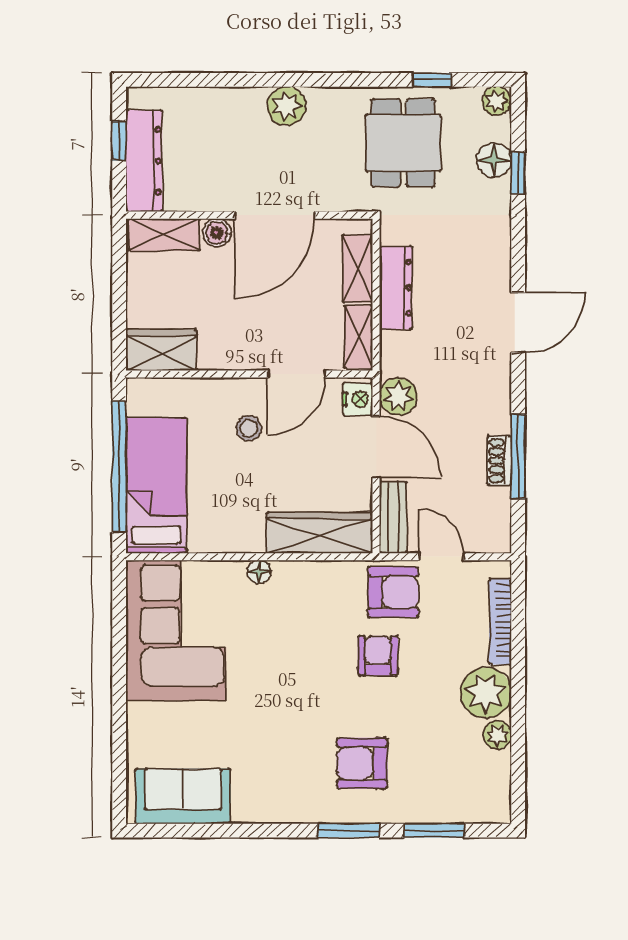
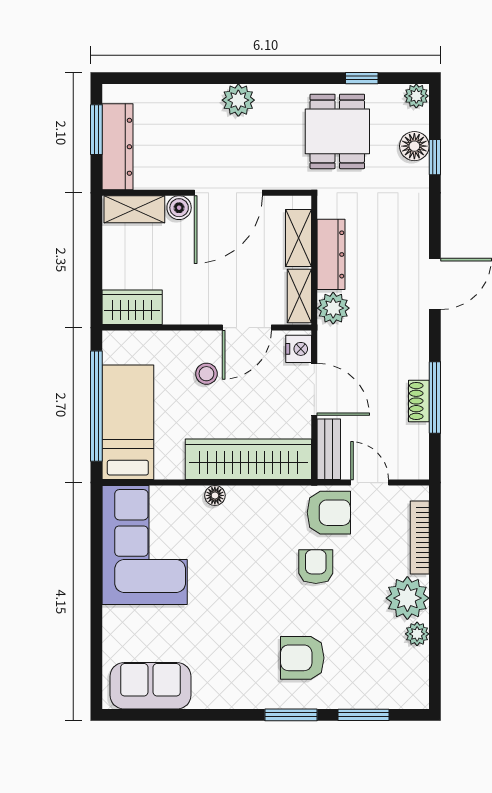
window: (119, 141) -> (96, 130), width x1.50
plant: (398, 396) -> (333, 308), moved
wardrobe: (320, 533) -> (248, 459), width x1.40, depth x1.17

